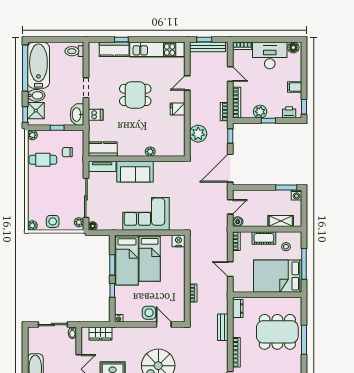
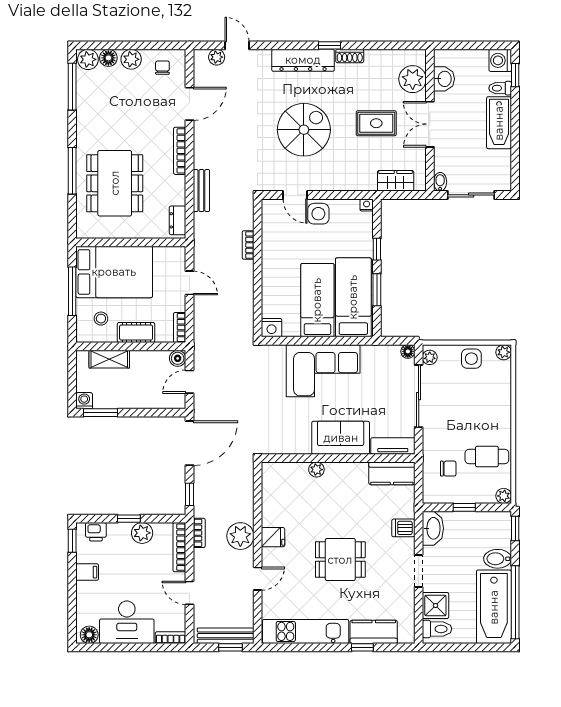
shower: (36, 111) -> (435, 605), moved
plant: (198, 134) -> (240, 536), moved
dining table: (277, 332) -> (115, 183), turned 90

